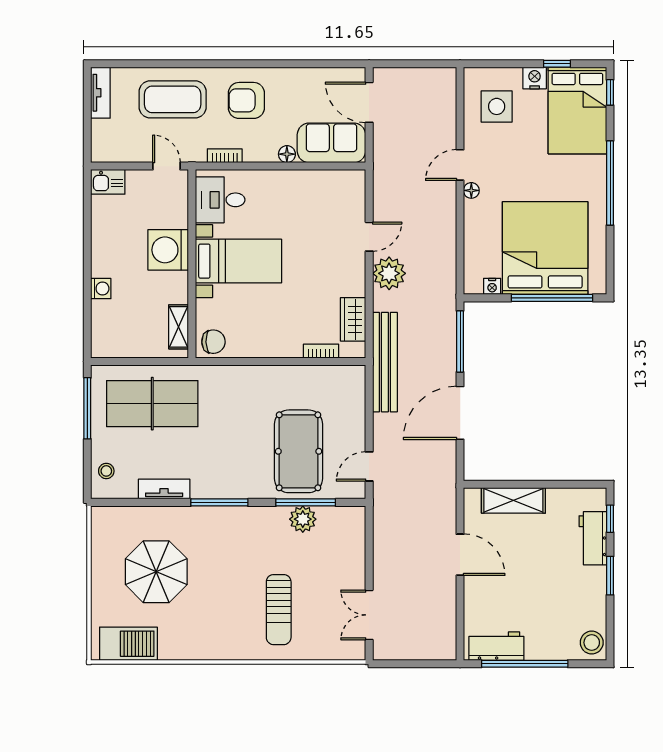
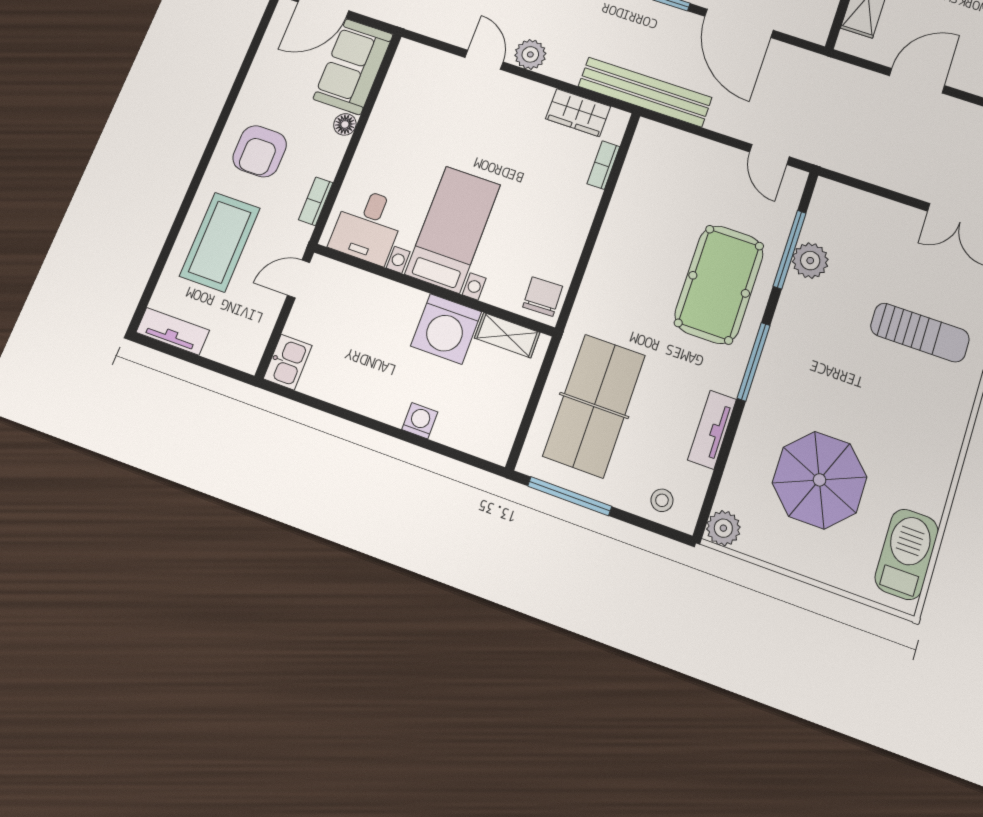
washing machine: (168, 250) -> (446, 329), moved
plant: (389, 273) -> (530, 54), width x0.73, depth x0.73
pool table: (299, 451) -> (719, 284), moved, turned 90
plant: (103, 518) -> (723, 528), added

